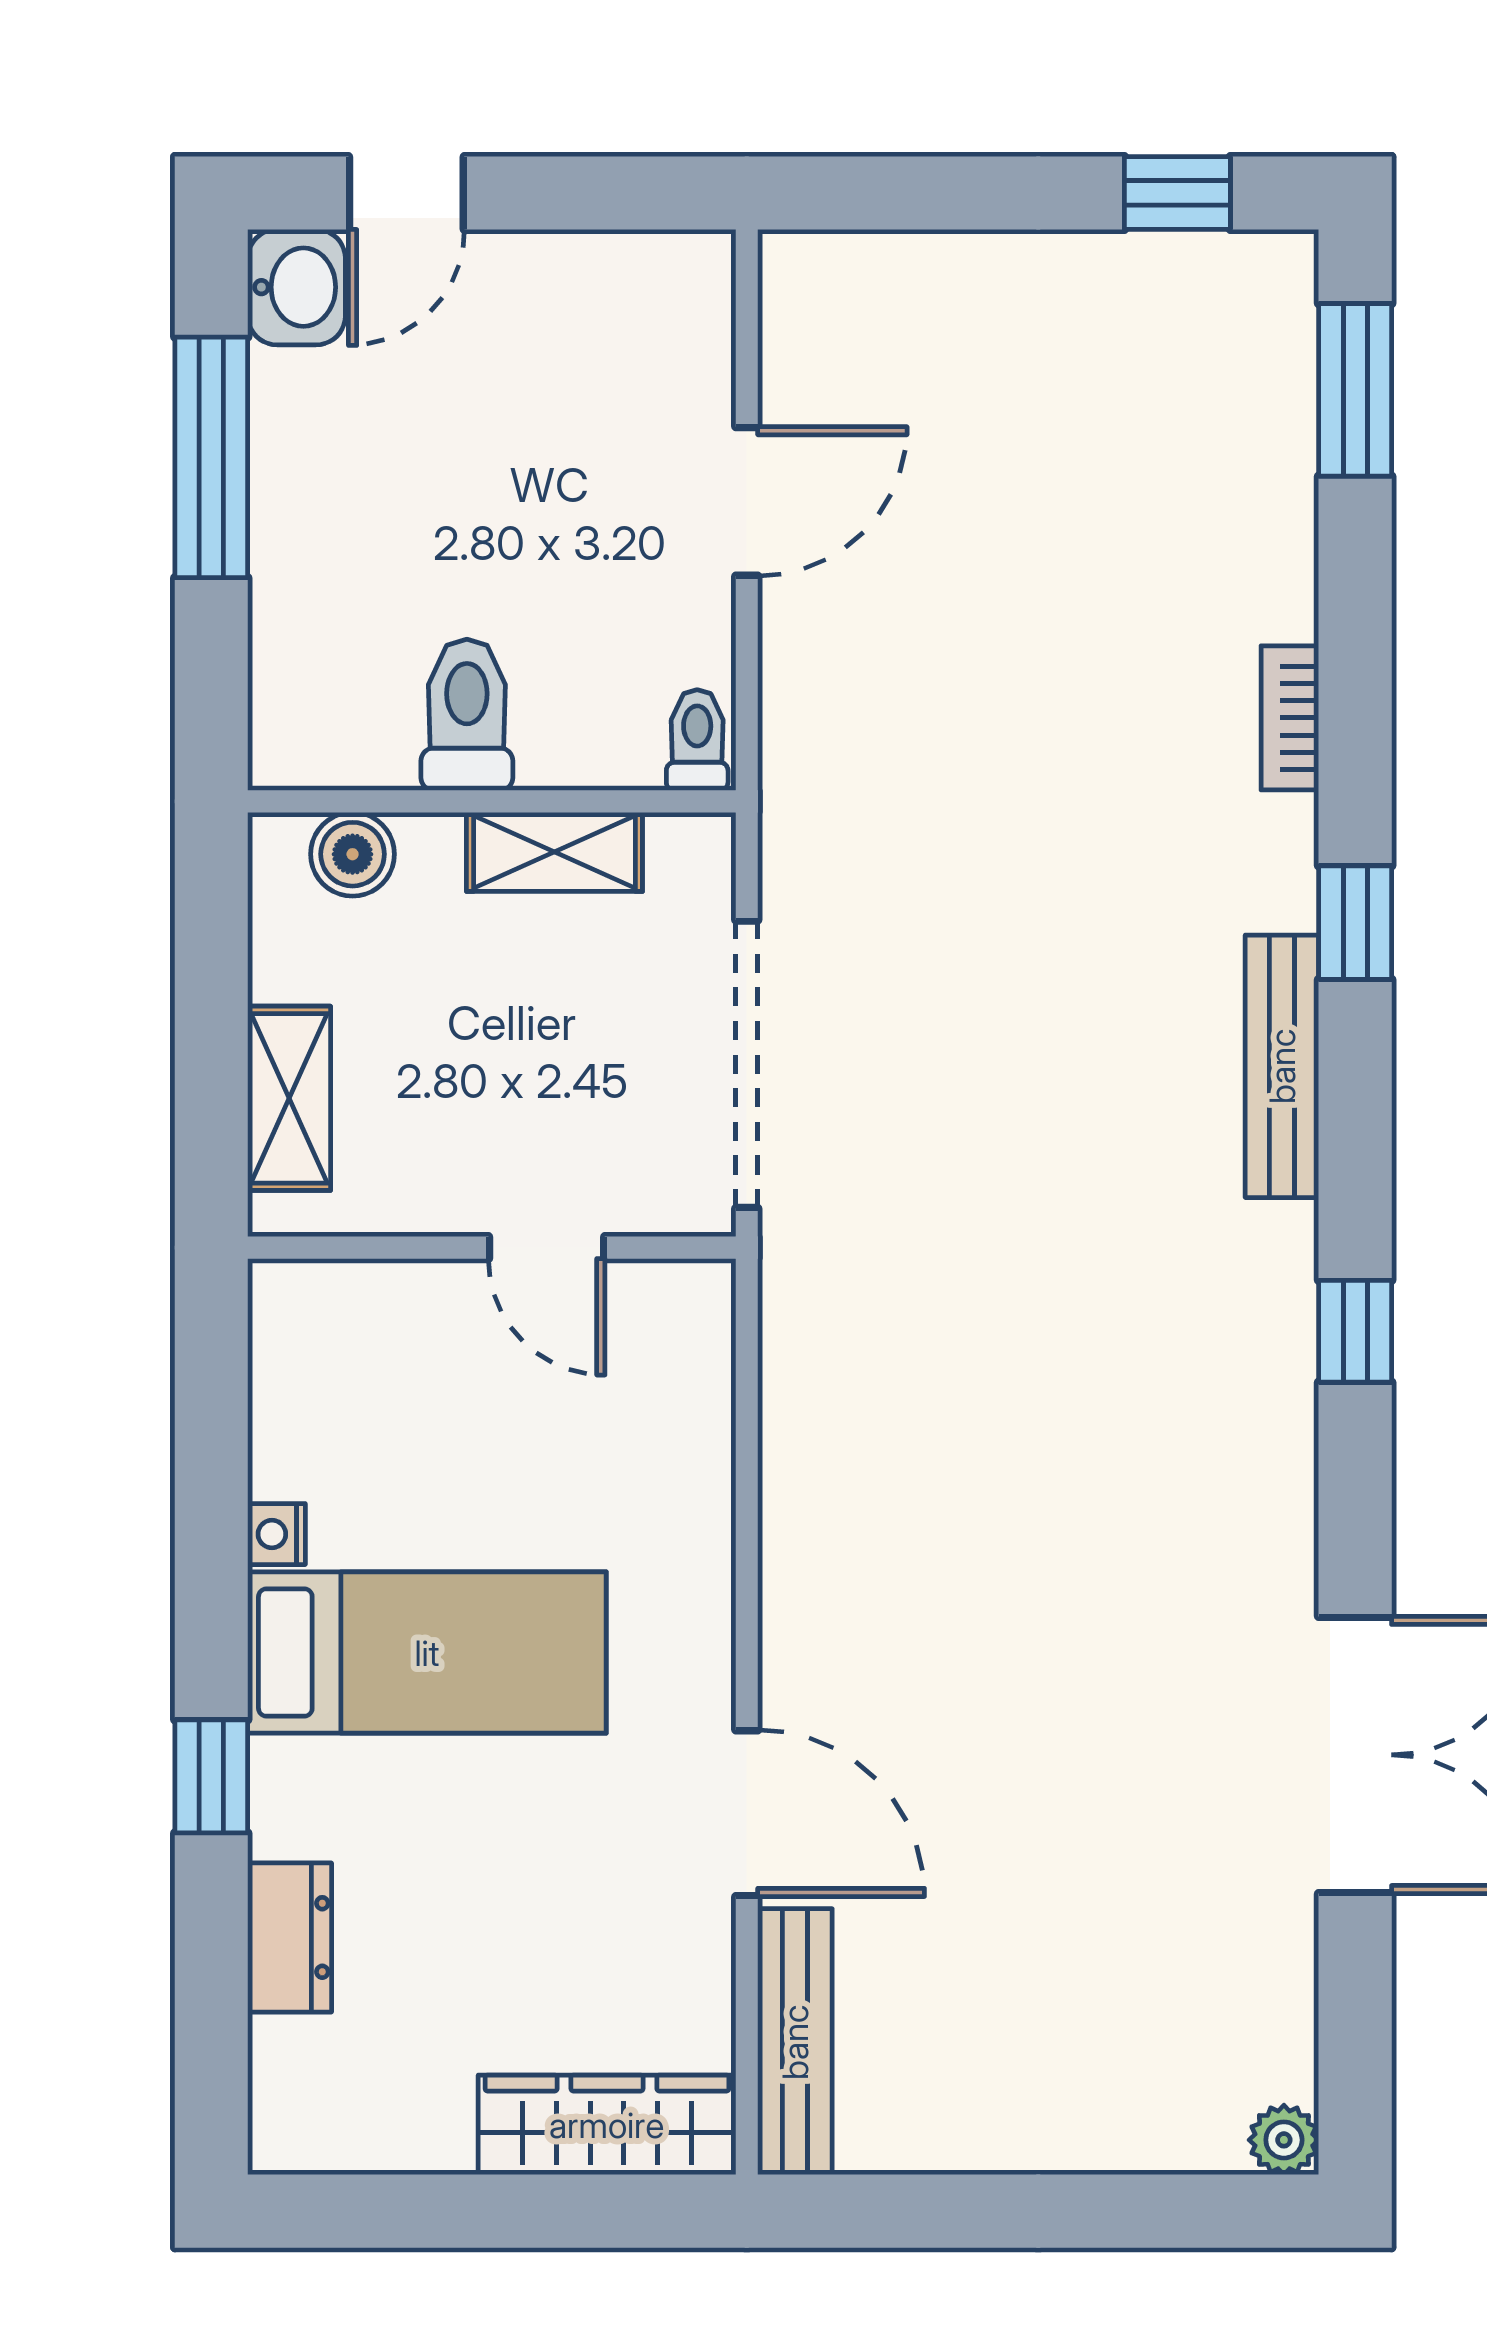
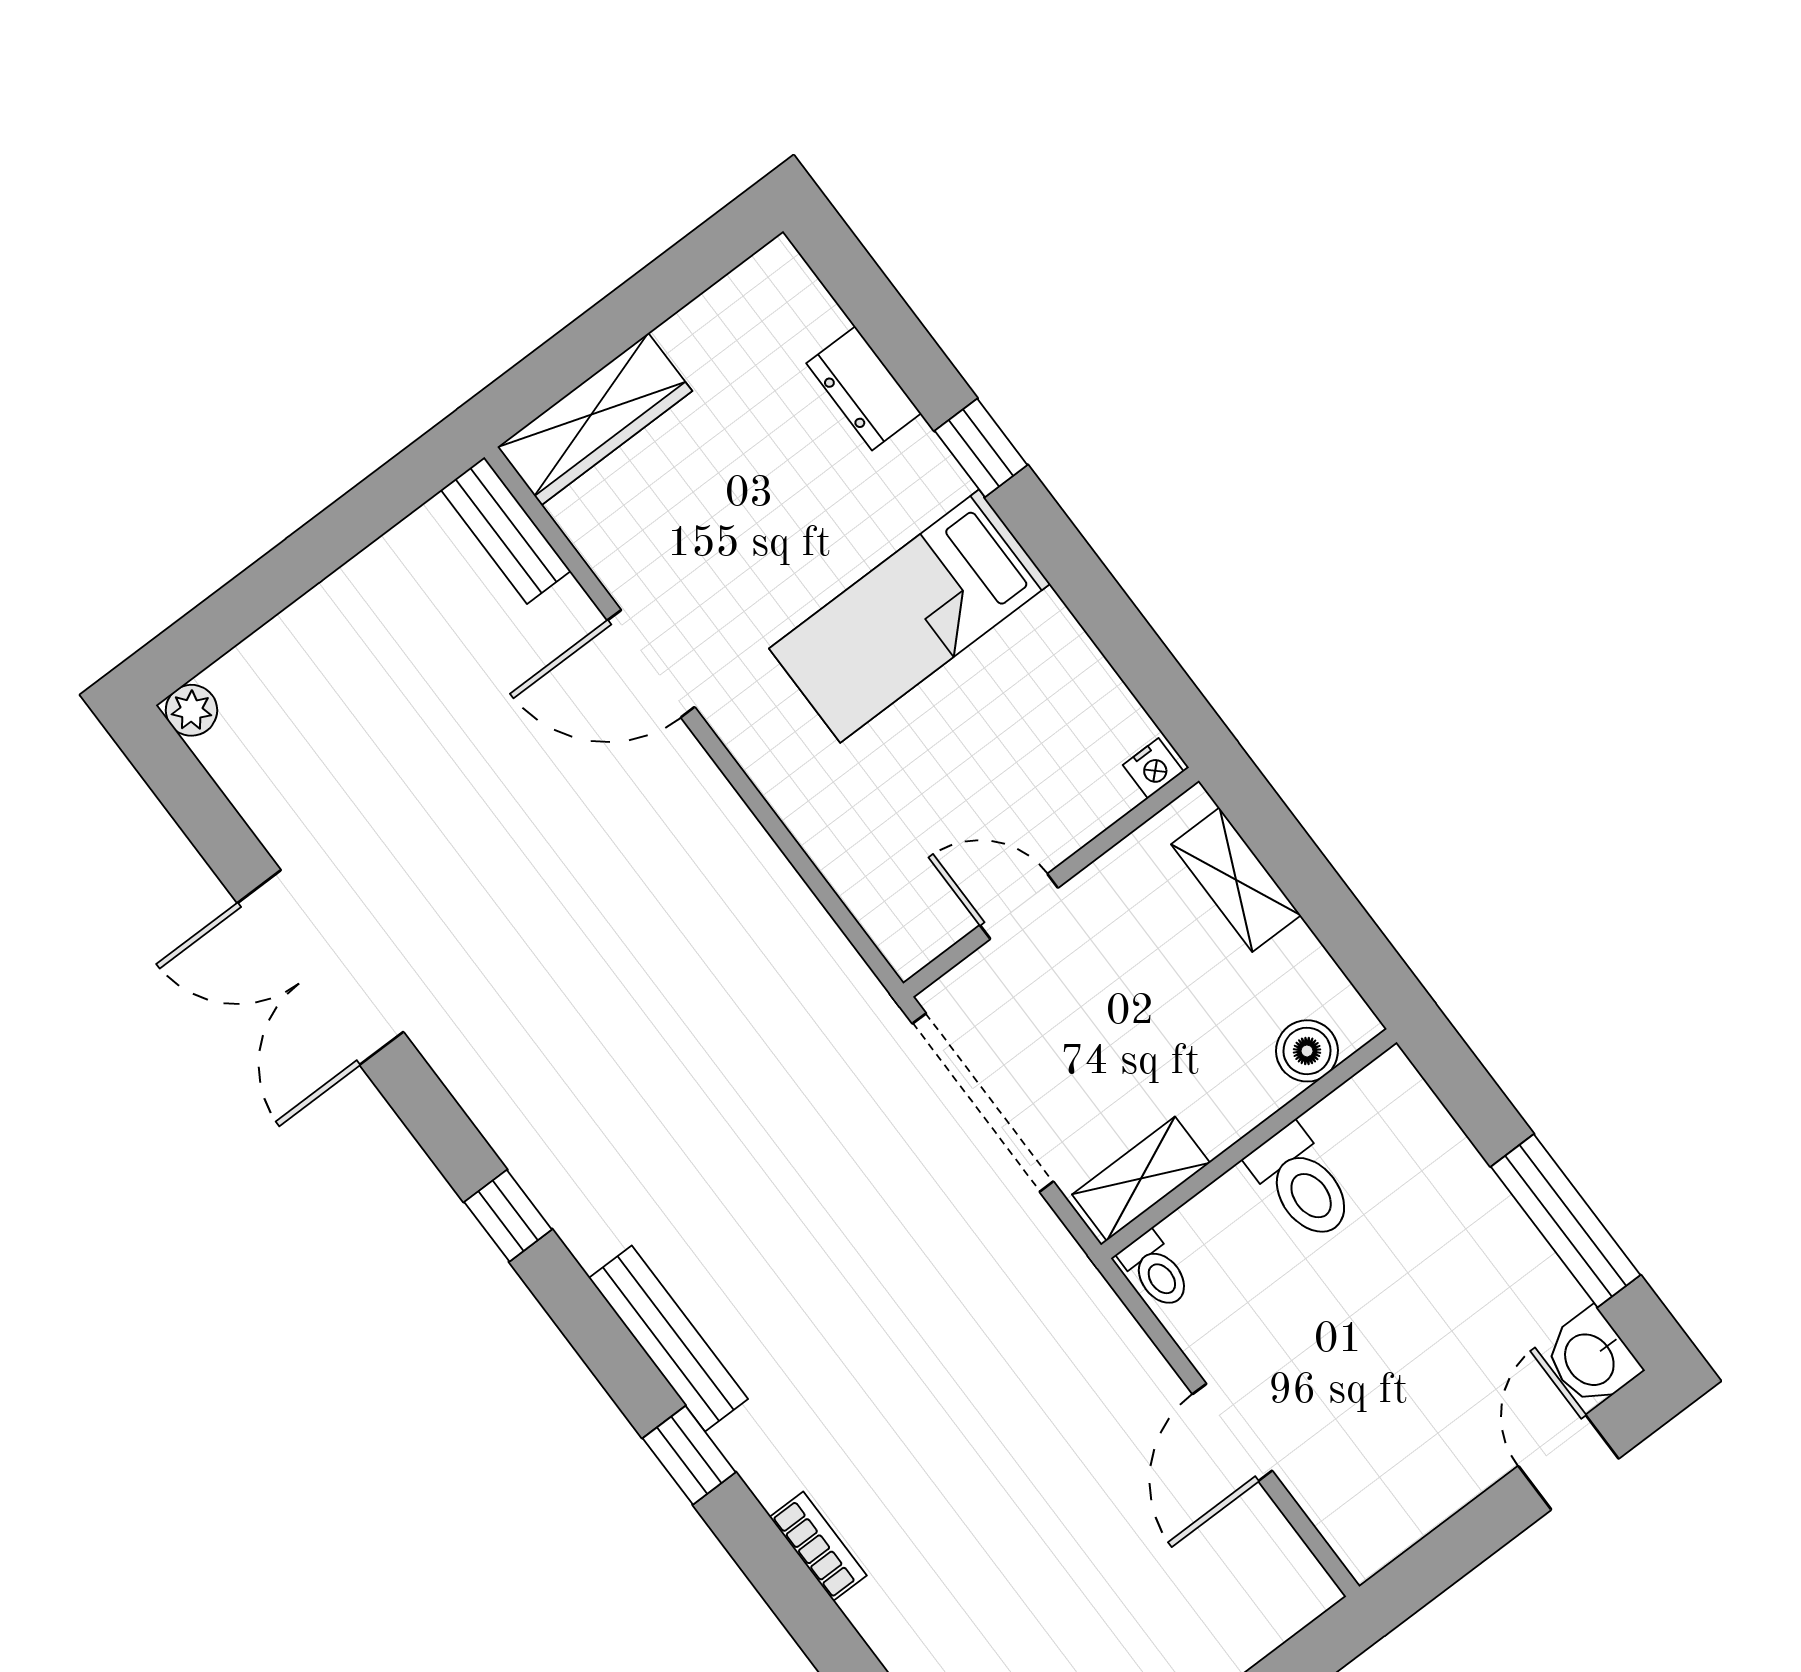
shelving: (554, 852) -> (1141, 1179), moved
nightstand: (276, 1534) -> (1153, 768), moved, turned 90
bench: (795, 2042) -> (506, 530), width x0.73

